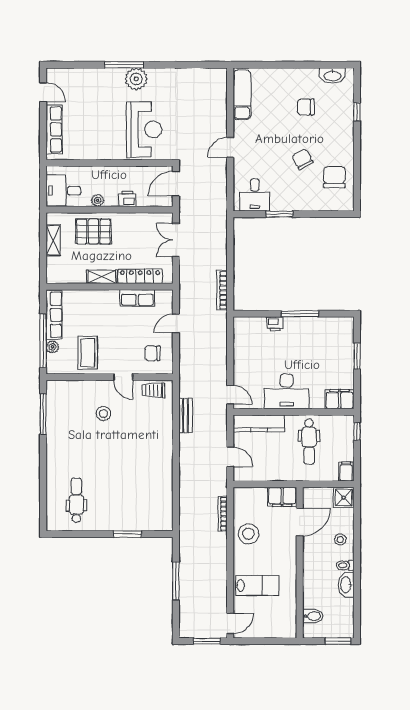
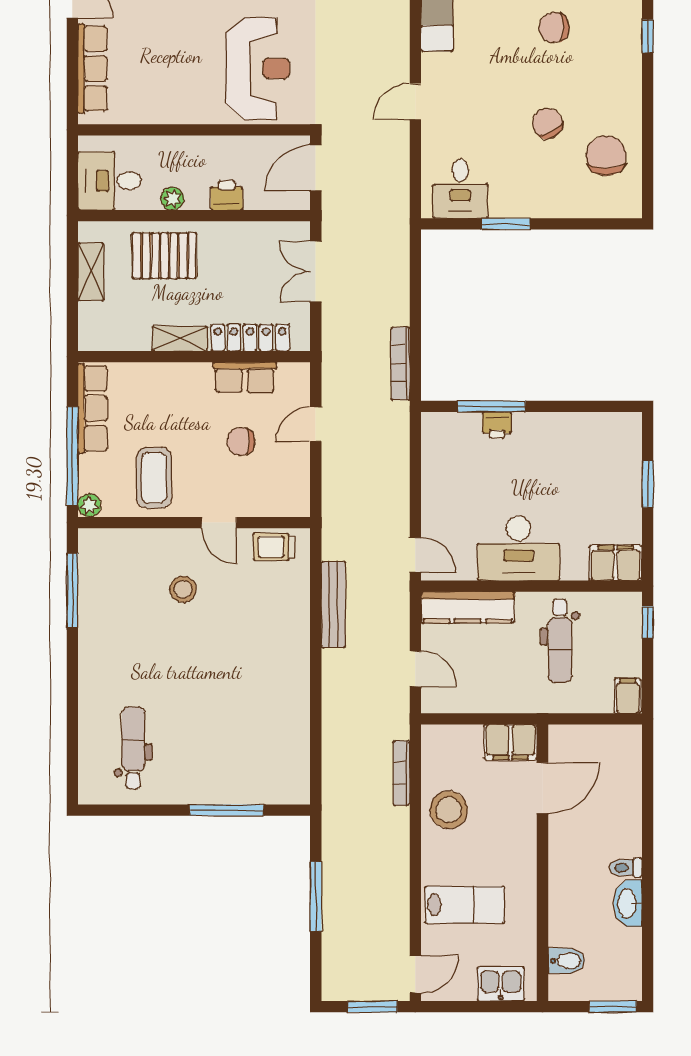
window: (300, 314) -> (492, 406), moved
plant: (52, 347) -> (89, 505), moved
chair: (153, 353) -> (241, 441), moved
bench: (186, 415) -> (333, 604), width x1.36
shower: (344, 498) -> (623, 743), removed
window: (127, 534) -> (227, 810), width x1.44
stool: (340, 540) -> (617, 820), removed
kitchen sink: (277, 629) -> (501, 984), added

